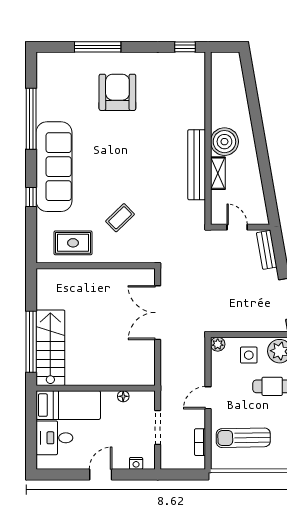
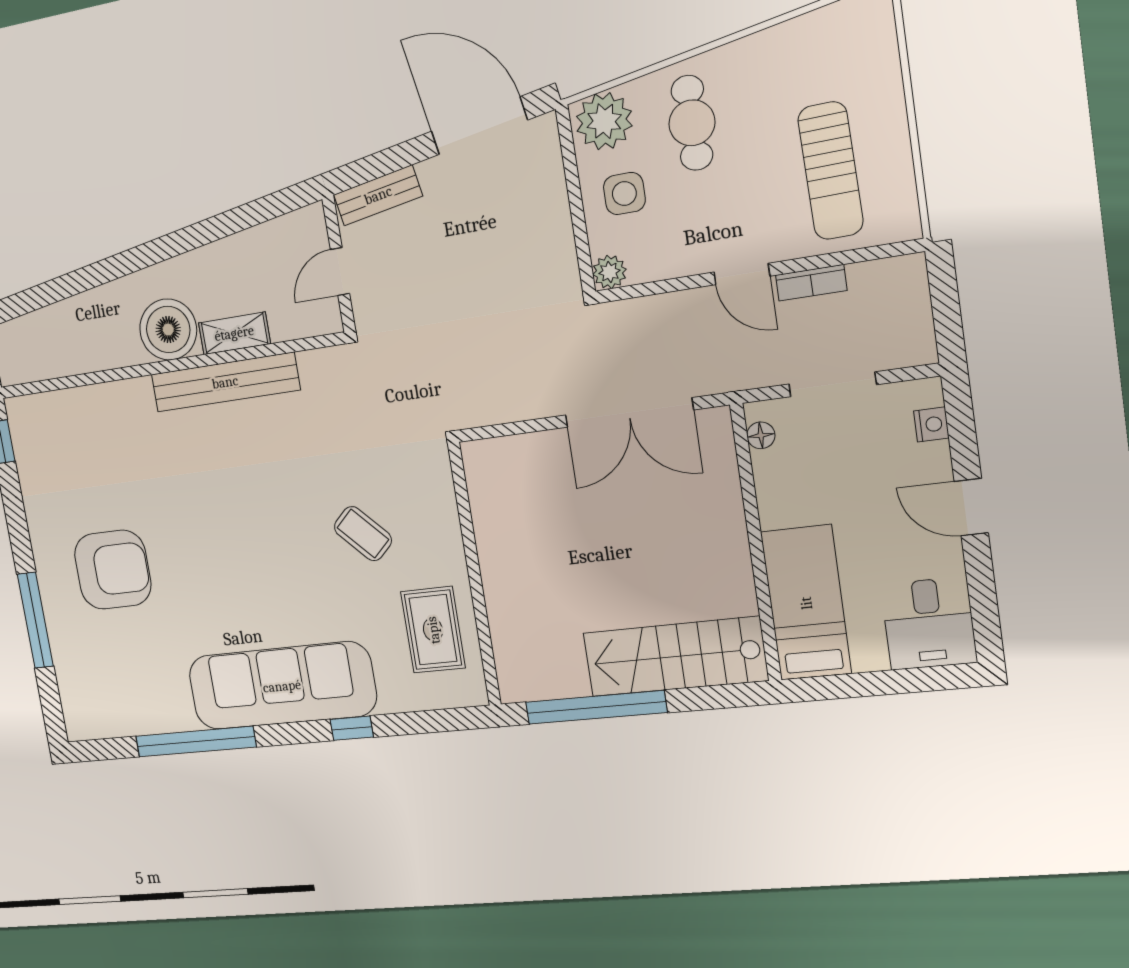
armchair: (117, 92) -> (113, 570), turned 180
double door: (158, 313) -> (629, 413), moved
window: (31, 342) -> (596, 707), moved
floor lamp: (123, 396) -> (761, 435), moved
desk: (54, 438) -> (929, 623), moved
bookcase: (200, 442) -> (811, 283), moved

